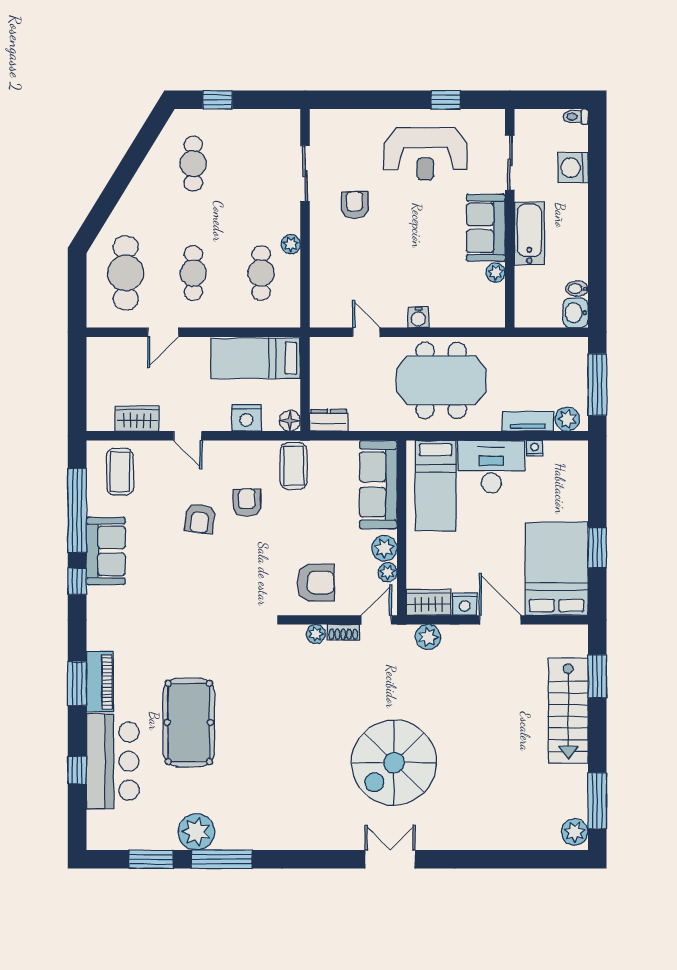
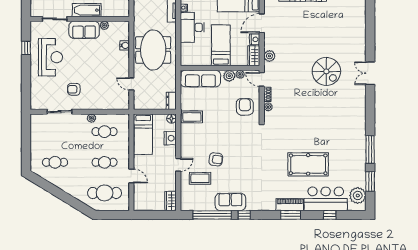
window: (217, 100) -> (26, 151), removed
water cooler: (418, 317) -> (125, 45), moved
door: (366, 332) -> (131, 84), hinge flipped
wardrobe: (137, 419) -> (171, 201), moved
coffee table: (120, 472) -> (200, 178), moved
bed: (436, 486) -> (221, 45), moved, turned -90
armchair: (247, 503) -> (209, 138), removed
spiral stairs: (394, 763) -> (326, 71), width x0.73, depth x0.73
plant: (196, 832) -> (358, 195), moved

